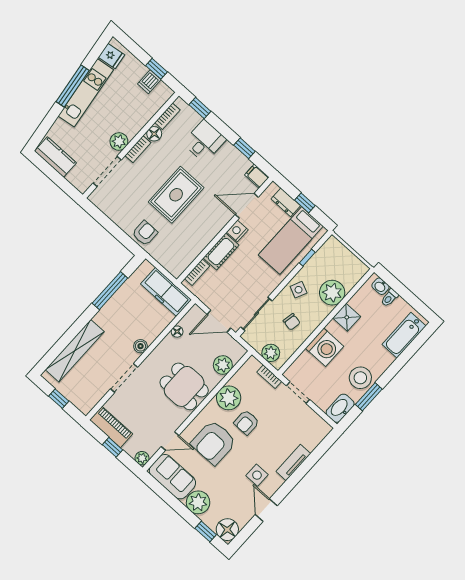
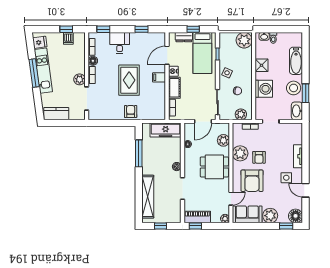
filing cabinet: (257, 176) -> (159, 77), moved
plant: (332, 293) -> (244, 40), moved
bathtub: (404, 335) -> (296, 61), moved
window: (113, 447) -> (195, 226), moved

